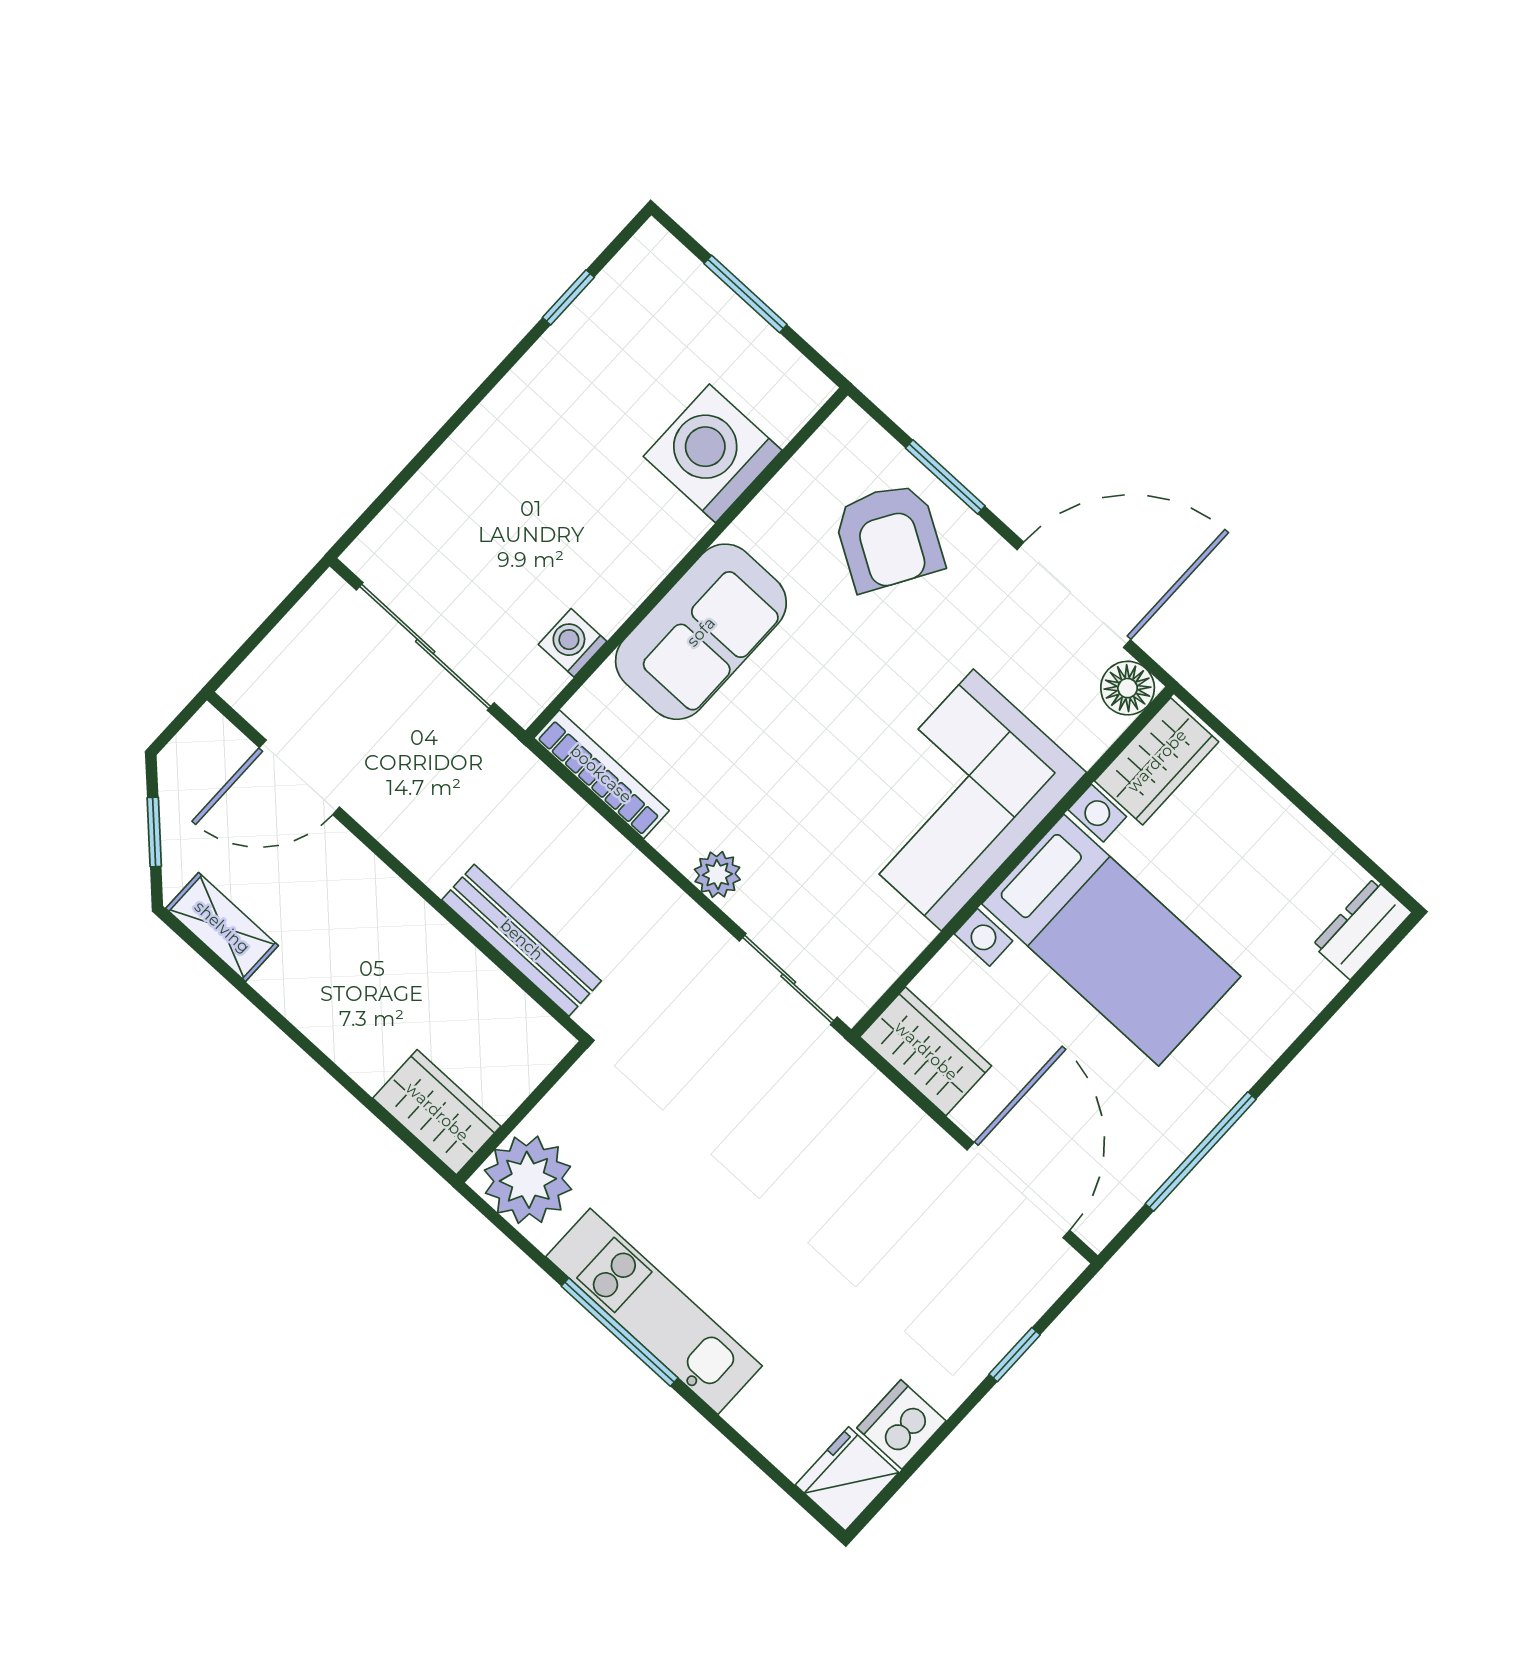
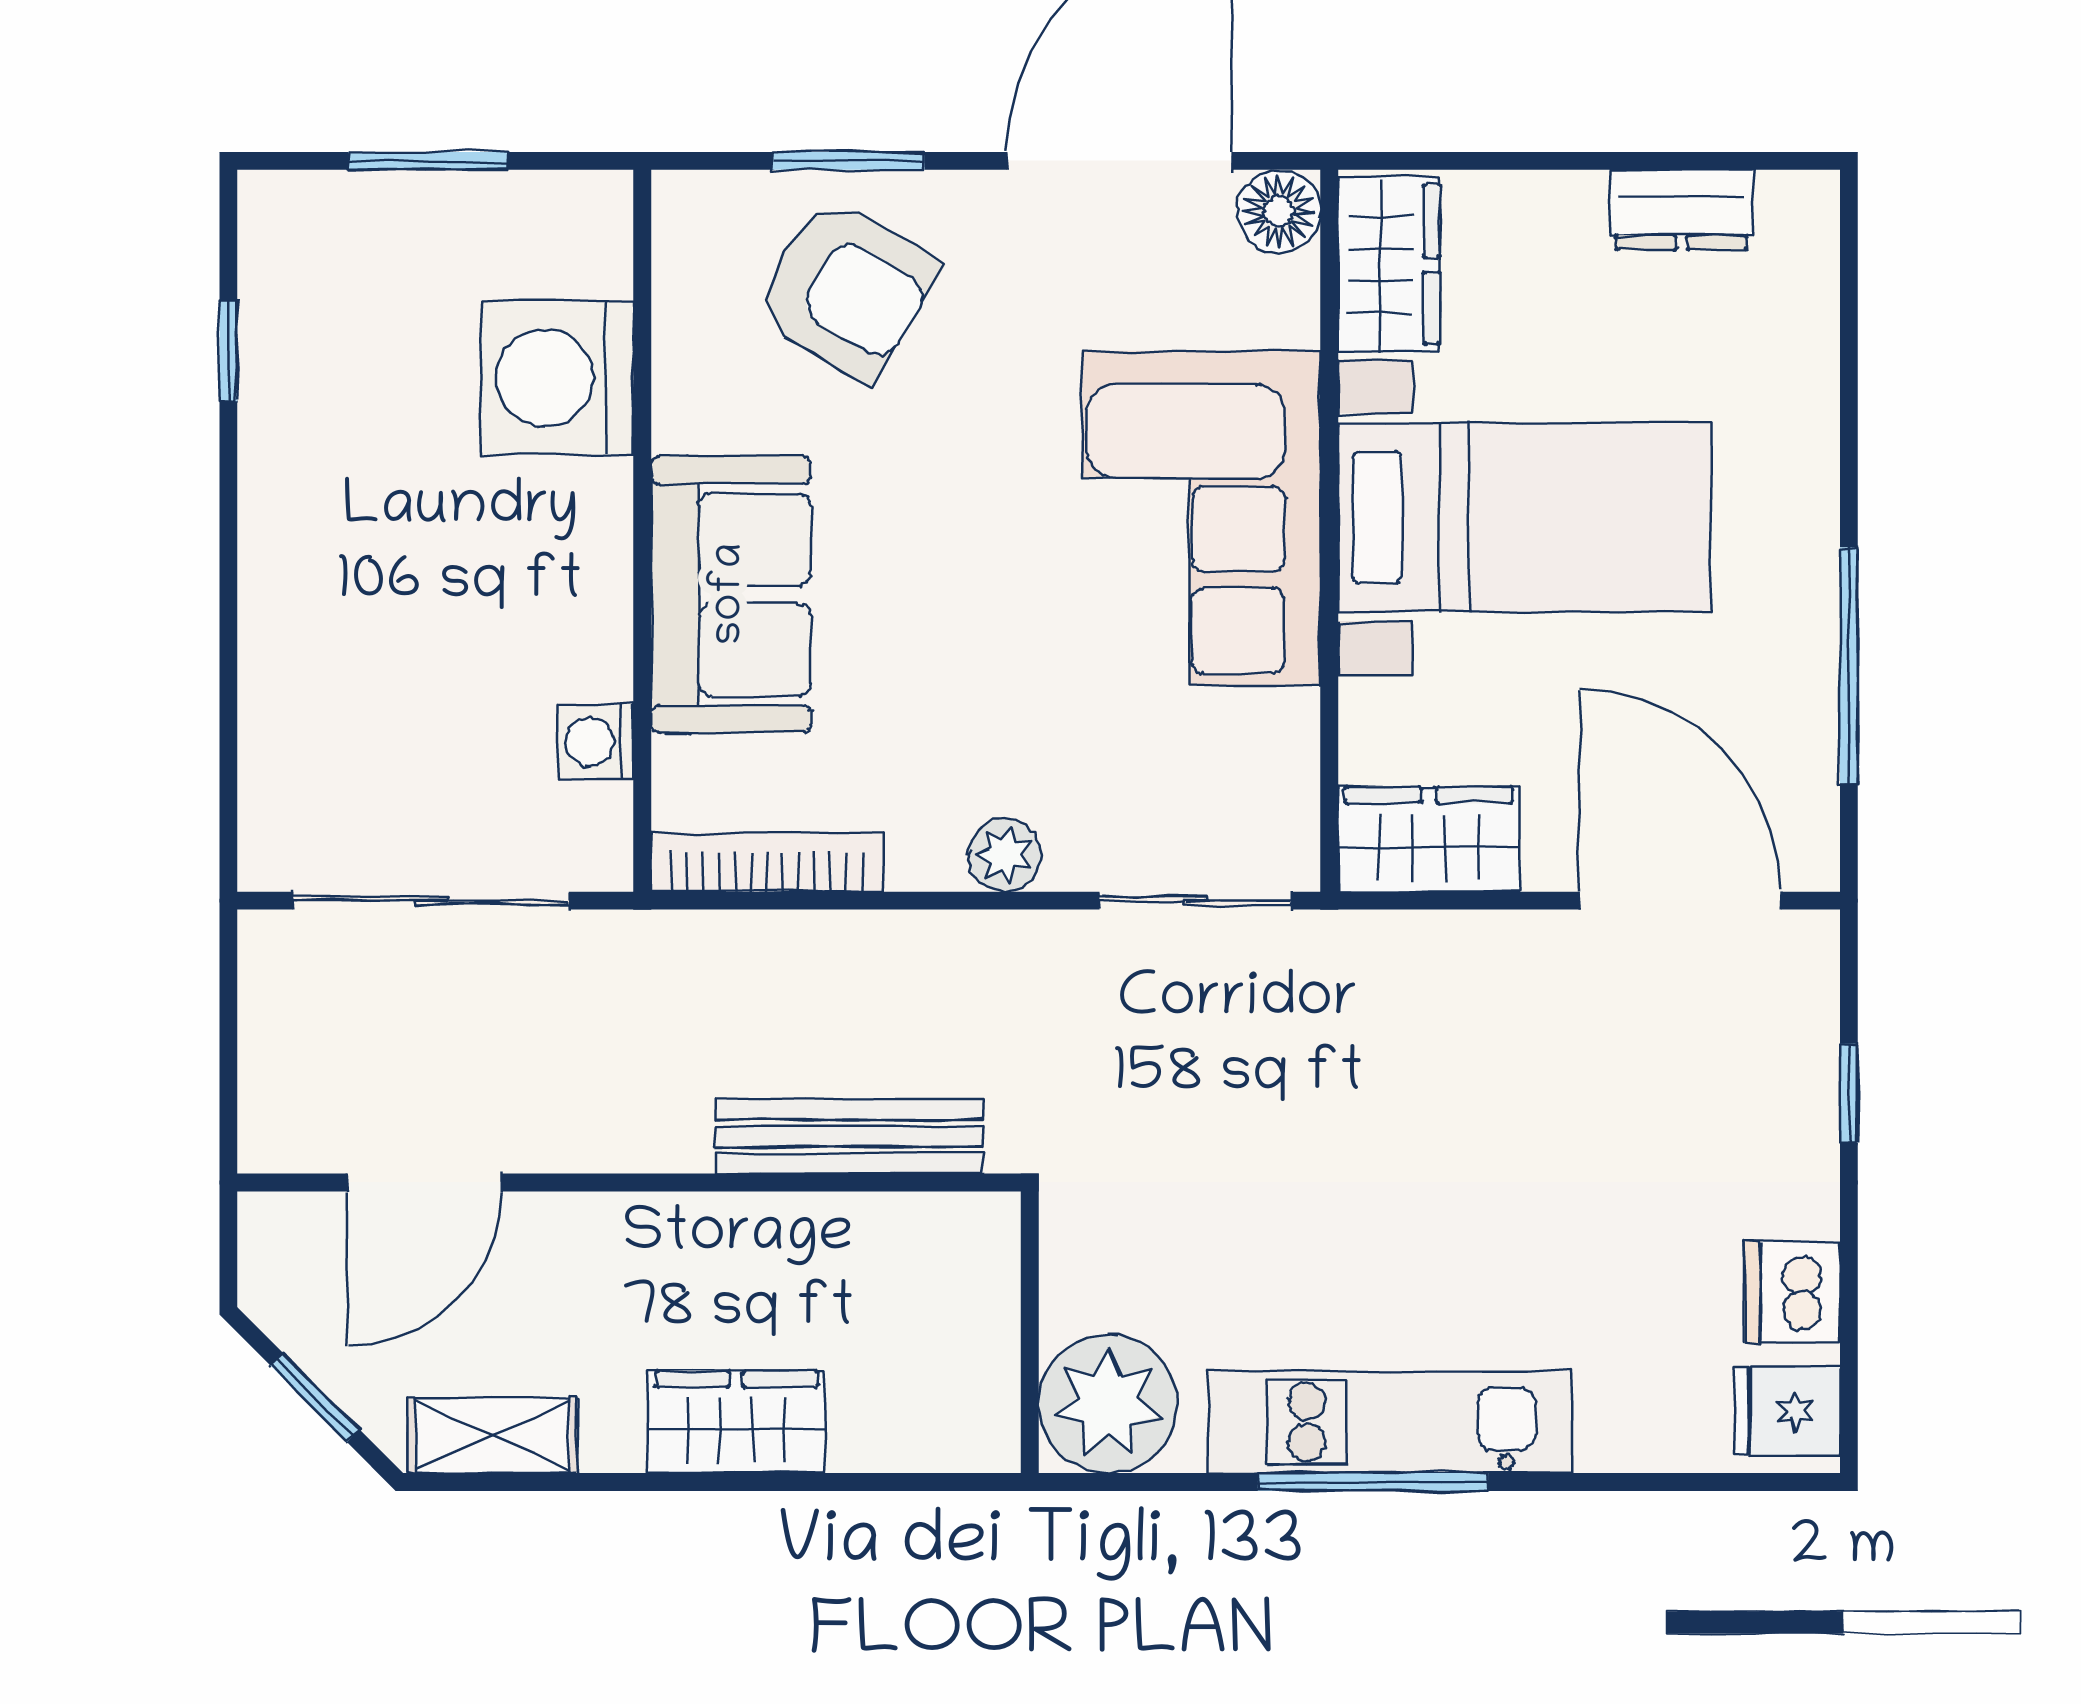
dresser: (1362, 929) -> (1681, 210), moved, turned -90
wardrobe: (437, 1112) -> (736, 1422), moved
fridge: (847, 1479) -> (1787, 1411), width x0.72

